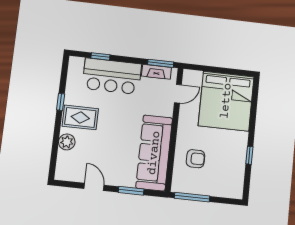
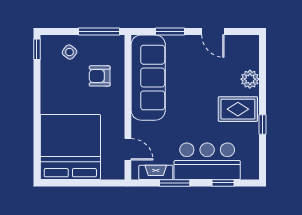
window: (161, 63) -> (175, 183), moved
door: (178, 94) -> (128, 149), swing flipped
window: (249, 155) -> (37, 49), moved
side table: (219, 182) -> (70, 52), added

